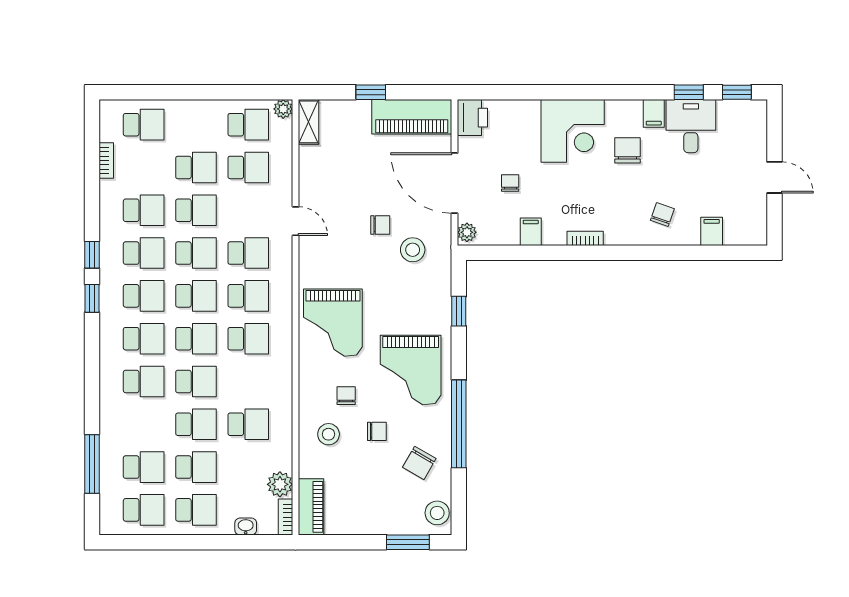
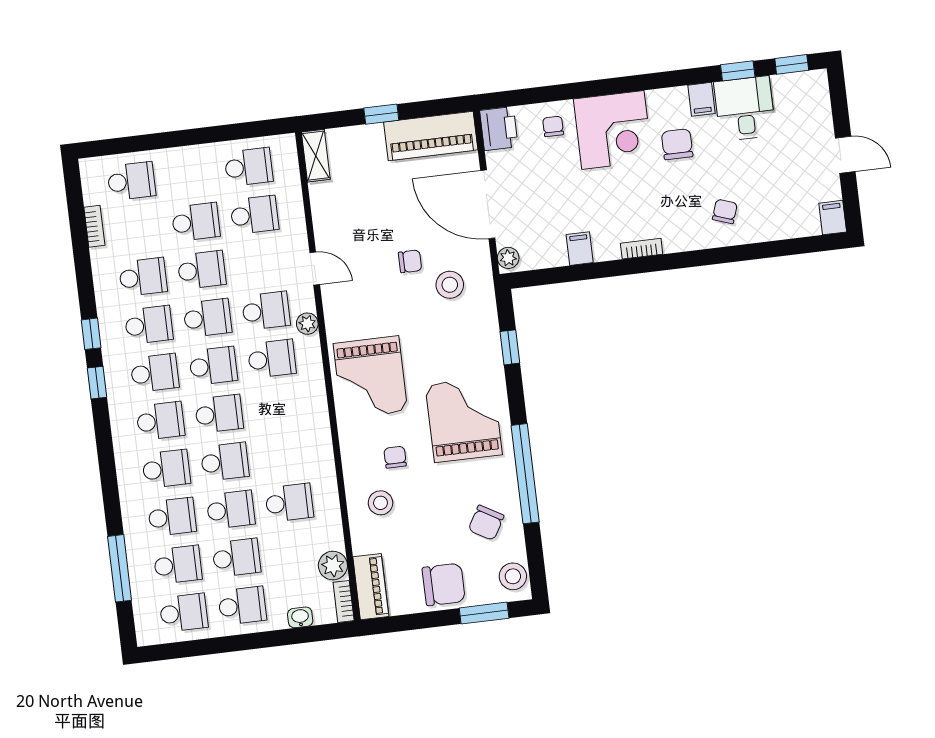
plant: (283, 109) -> (307, 324), moved
chair: (510, 183) -> (553, 126), moved
filing cabinet: (712, 231) -> (833, 218), moved
school desk: (248, 339) -> (172, 517), moved
grand piano: (411, 370) -> (464, 420), turned 180
chair: (377, 431) -> (444, 584), moved, width x1.87, depth x1.87

